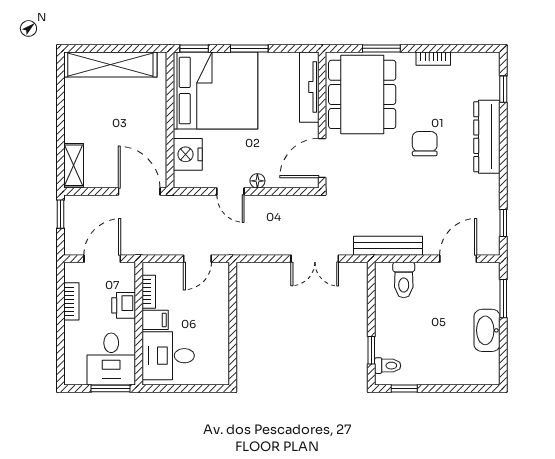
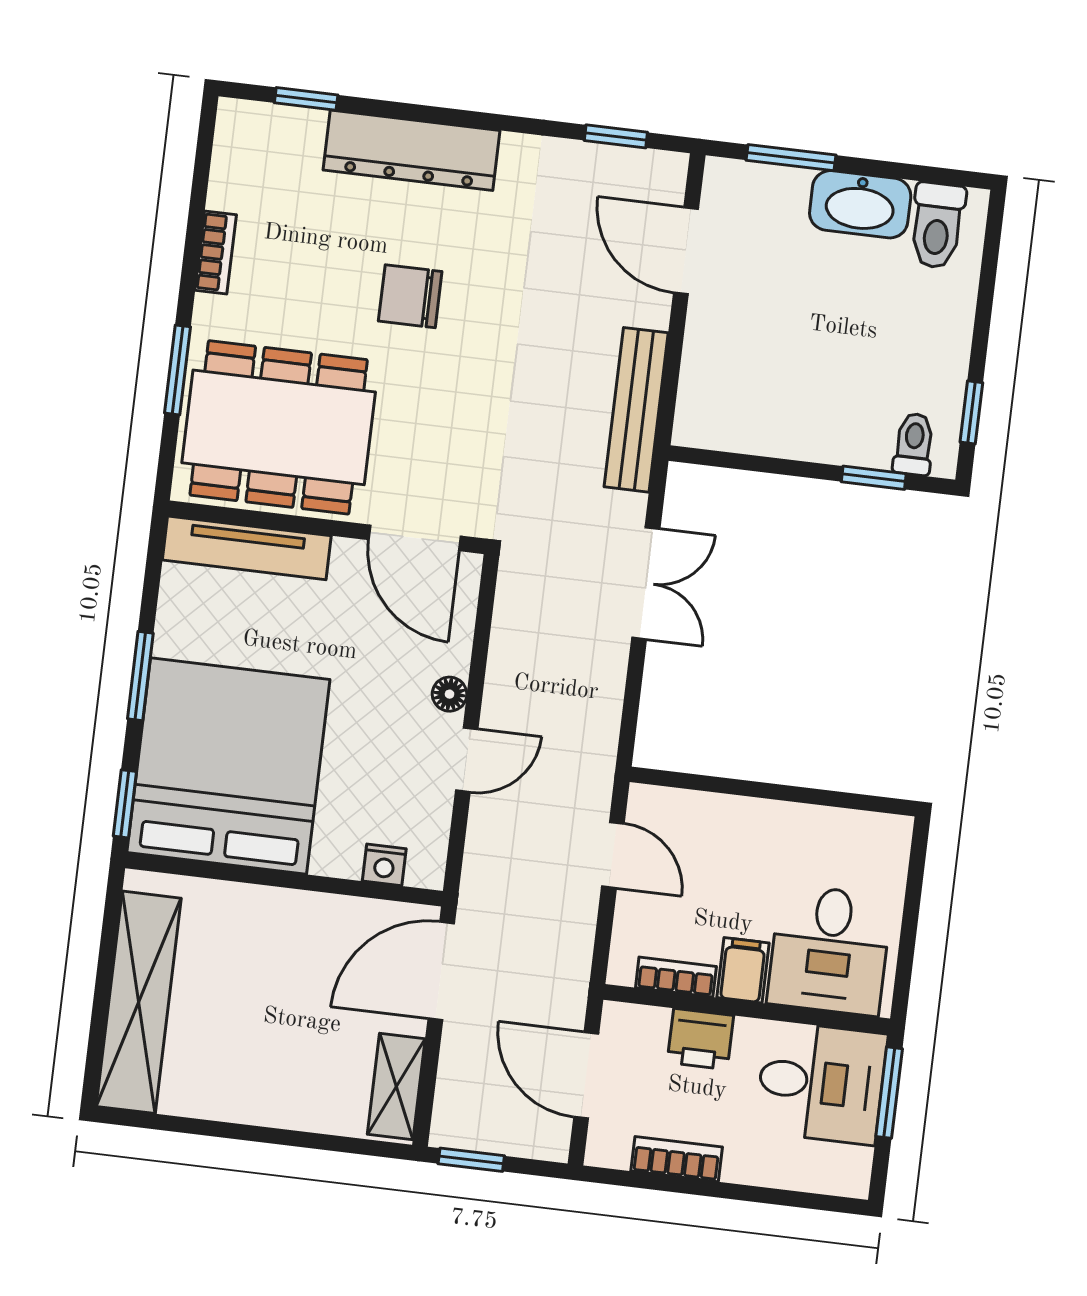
nightstand: (188, 154) -> (384, 865), width x0.53, depth x0.56
shelving: (74, 165) -> (396, 1087), moved, turned 90
toilet: (404, 280) -> (937, 225), moved, turned 90

